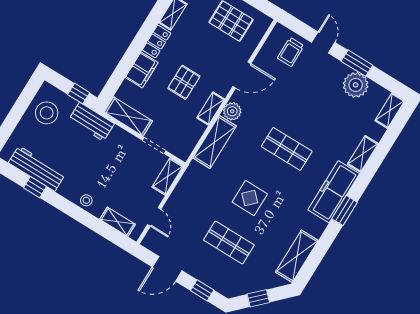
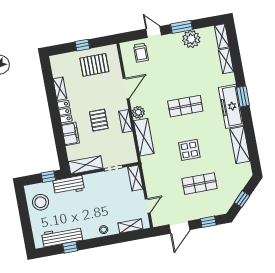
shelving: (363, 154) -> (226, 61), moved
window: (345, 210) -> (243, 96), moved
door: (154, 217) -> (148, 206), hinge flipped
shelving: (297, 256) -> (240, 145), moved

